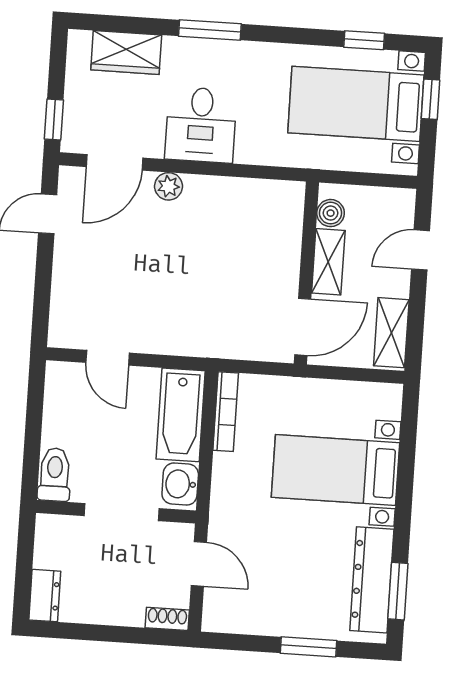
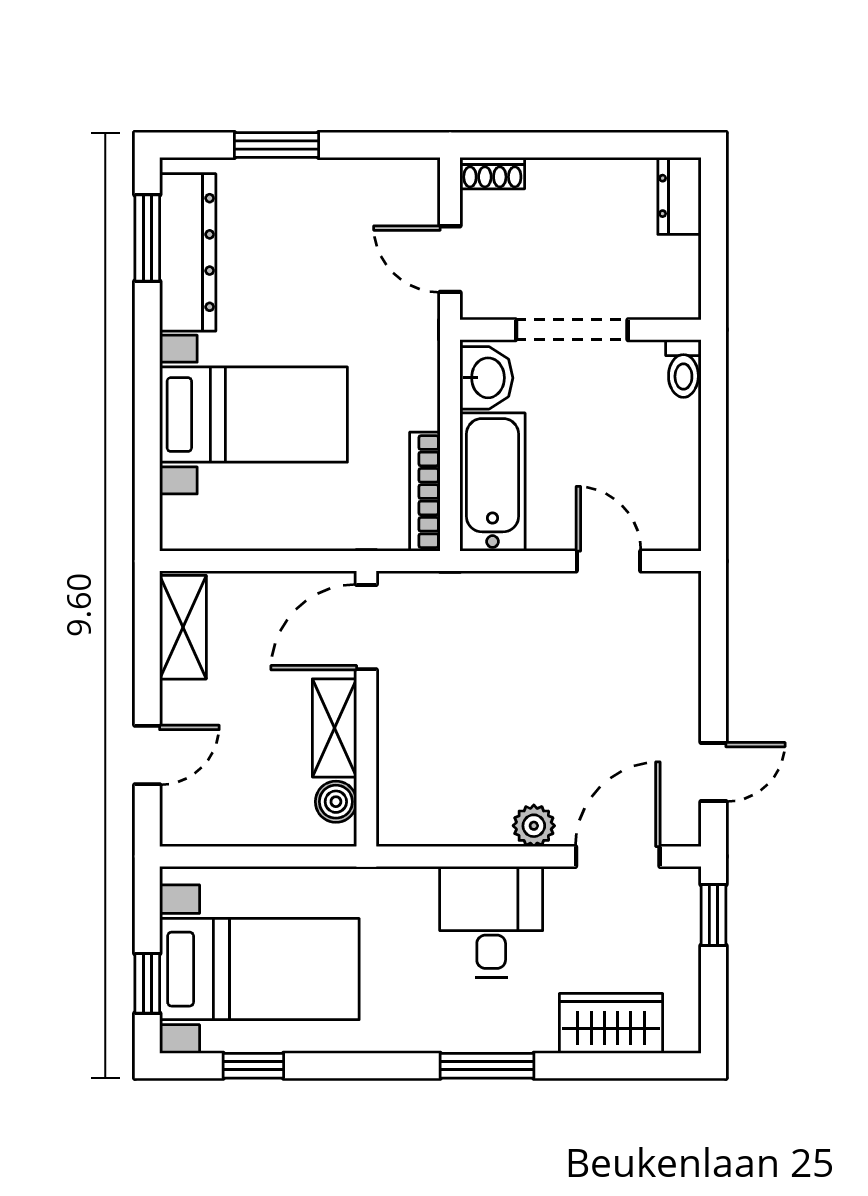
boiler: (331, 213) -> (336, 802), moved
shelving: (328, 262) -> (334, 728), moved
wall: (306, 273) -> (366, 709), moved
door: (303, 327) -> (366, 627), moved
toilet: (55, 474) -> (683, 368), width x0.73, depth x0.72

